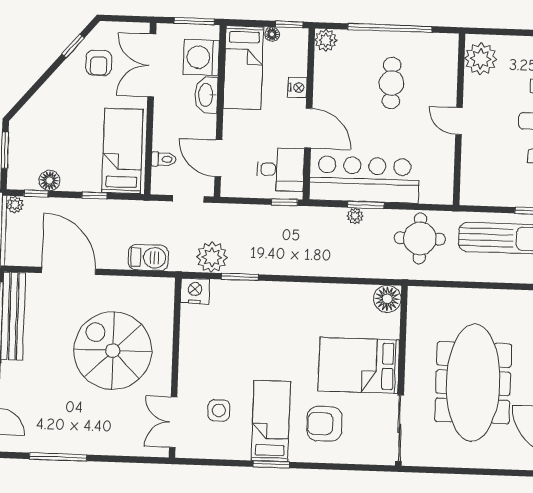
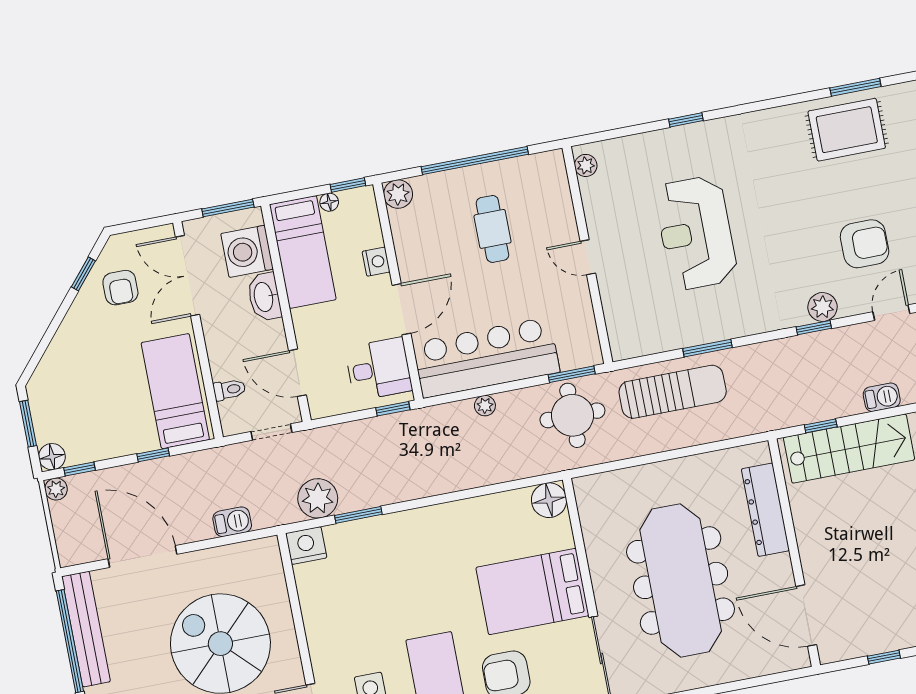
plant: (481, 59) -> (586, 165), width x0.53, depth x0.53
door: (308, 128) -> (401, 309), hinge flipped
floor lamp: (49, 180) -> (52, 457), moved
window: (366, 205) -> (572, 374), moved
barbecue: (148, 258) -> (232, 522), width x0.73, depth x0.79

